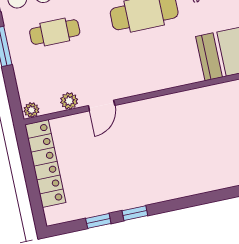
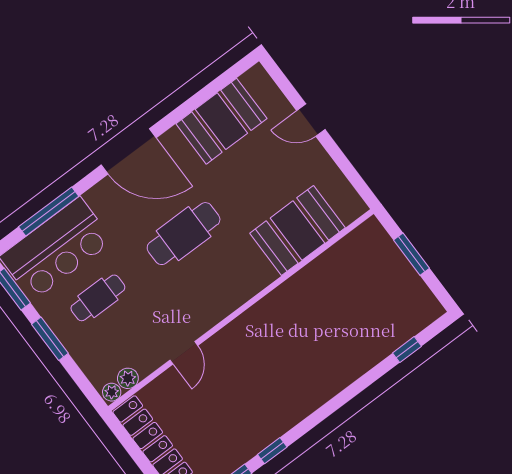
plant: (69, 101) -> (128, 378), moved

